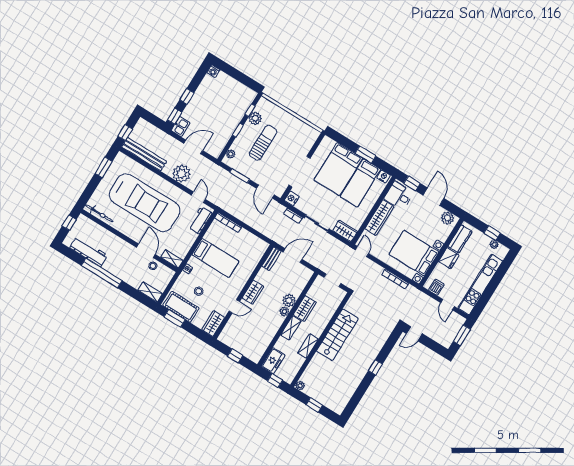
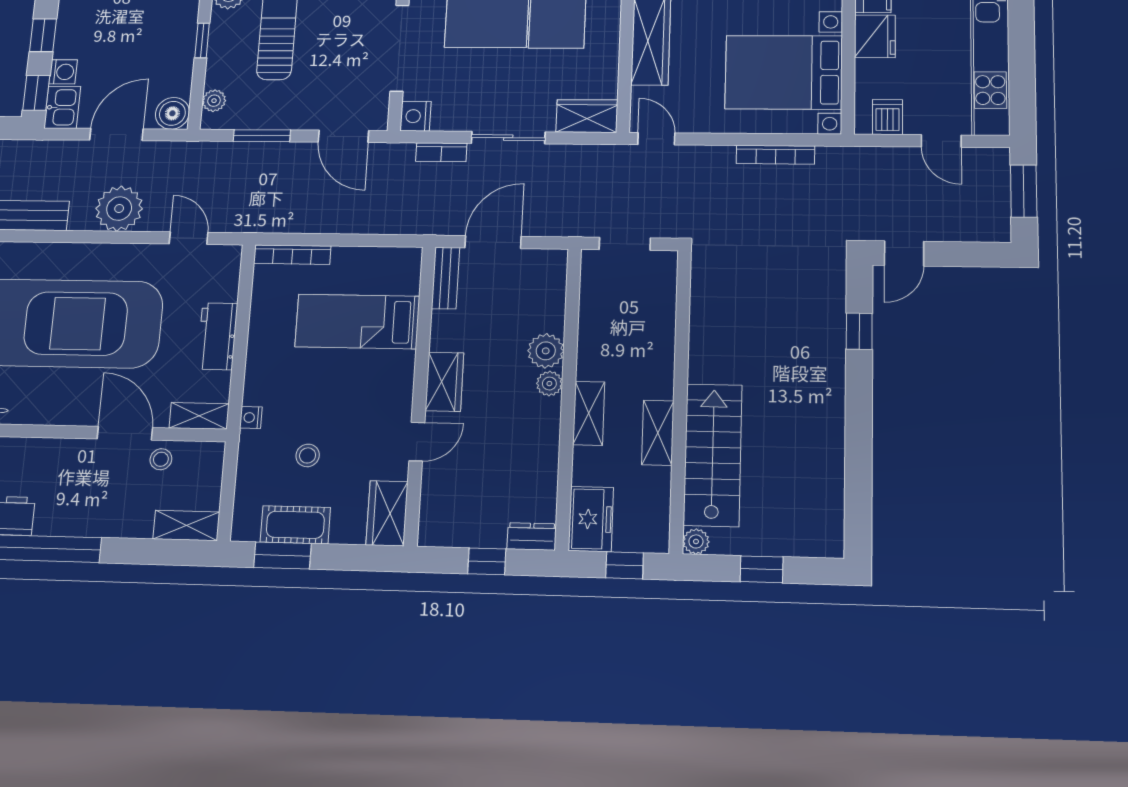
washing machine: (187, 114) -> (63, 72), added
boiler: (215, 150) -> (172, 113), added
workbench: (200, 220) -> (217, 336), moved
bed: (215, 258) -> (357, 321), moved, turned 180
cot: (181, 307) -> (295, 525), width x0.73, depth x0.75
wardrobe: (305, 309) -> (596, 348), removed
stairs: (337, 335) -> (713, 455), moved
dresser: (253, 356) -> (532, 536), added
window: (375, 367) -> (859, 331), moved

